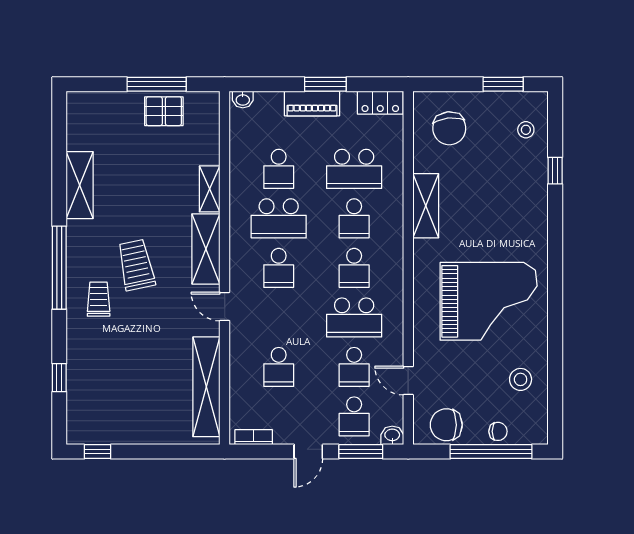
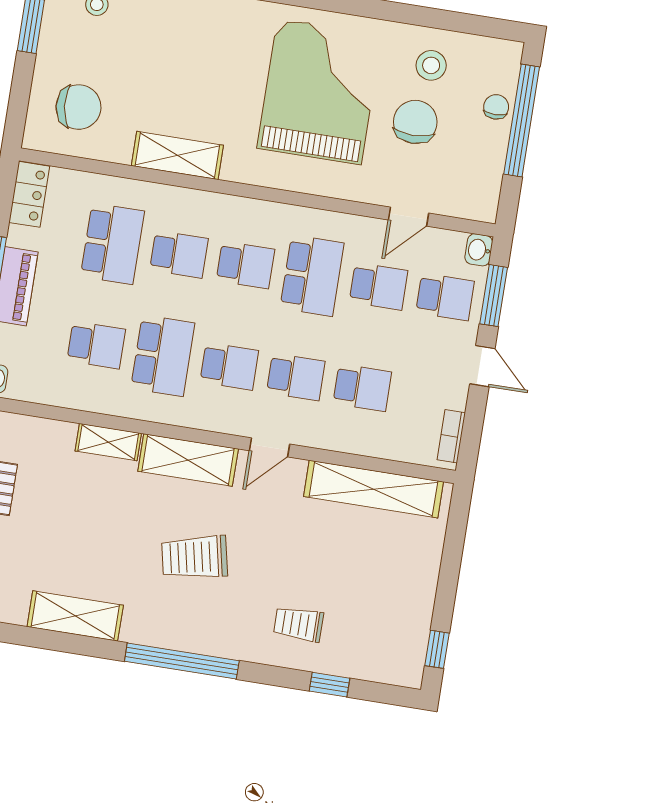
trolley: (99, 299) -> (299, 624), moved
school desk: (279, 317) -> (296, 377), added
chair: (446, 425) -> (415, 122), moved, turned 180

